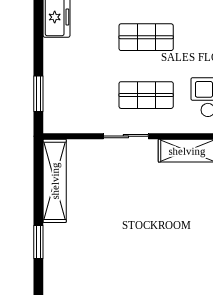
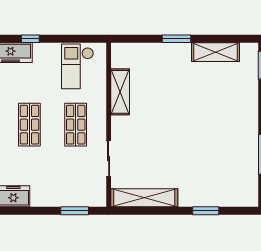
sliding door: (126, 136) -> (109, 159), moved
window: (38, 242) -> (206, 211), moved

